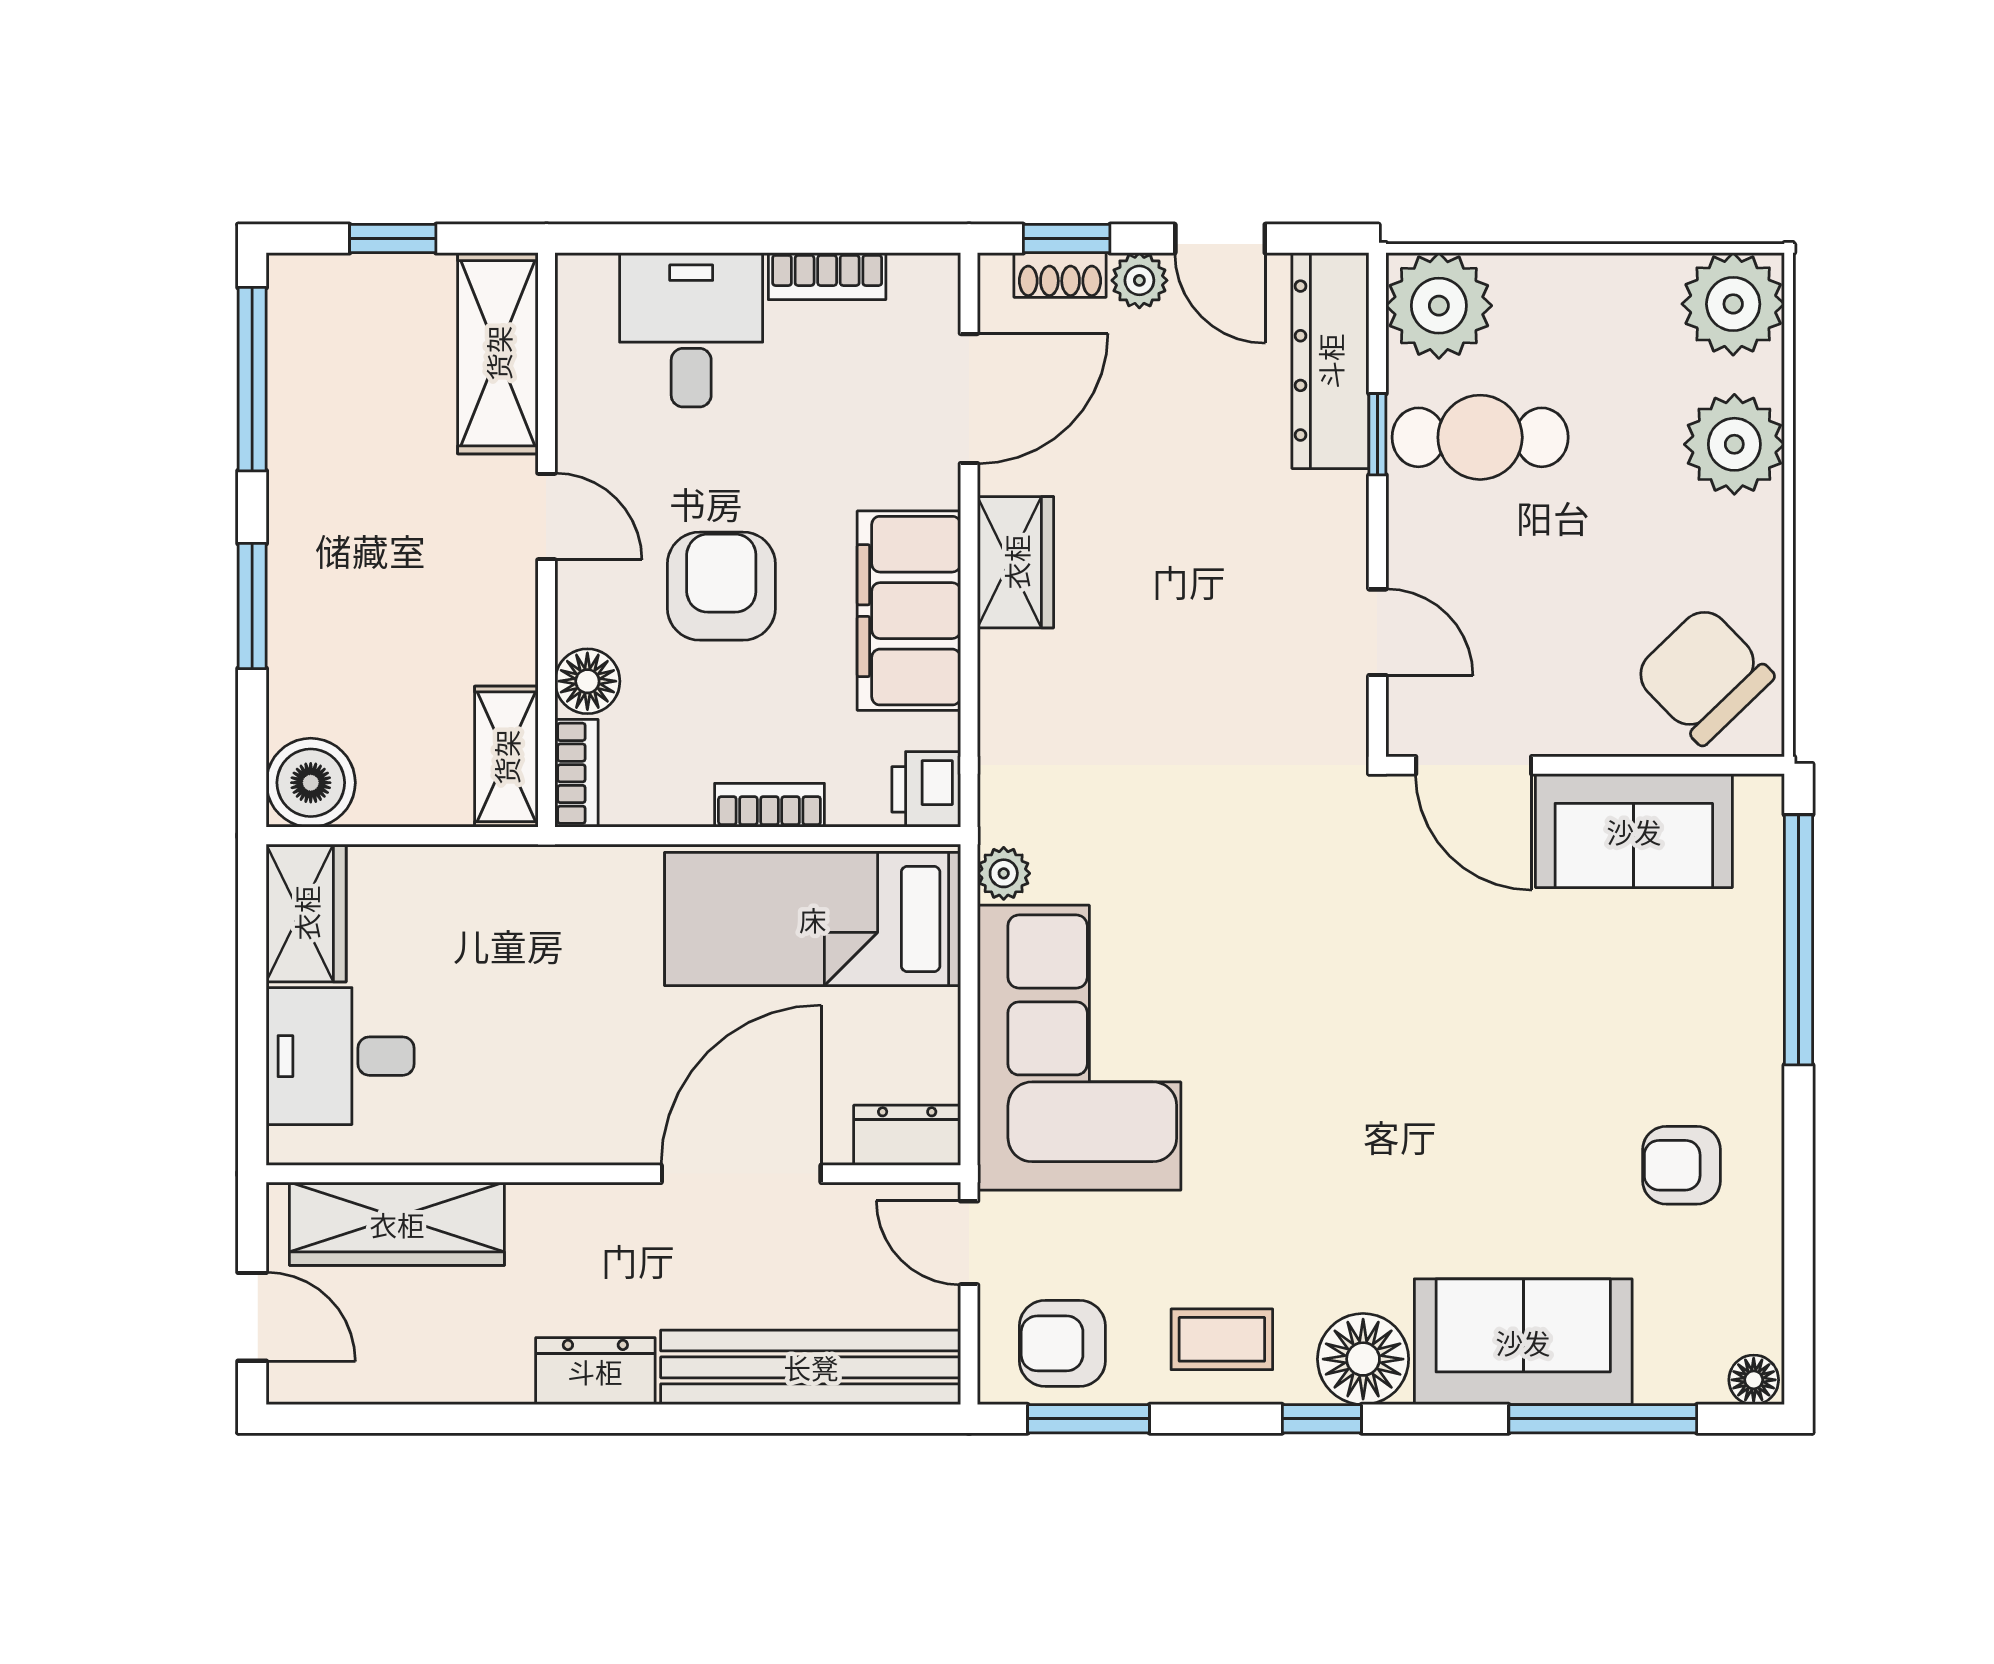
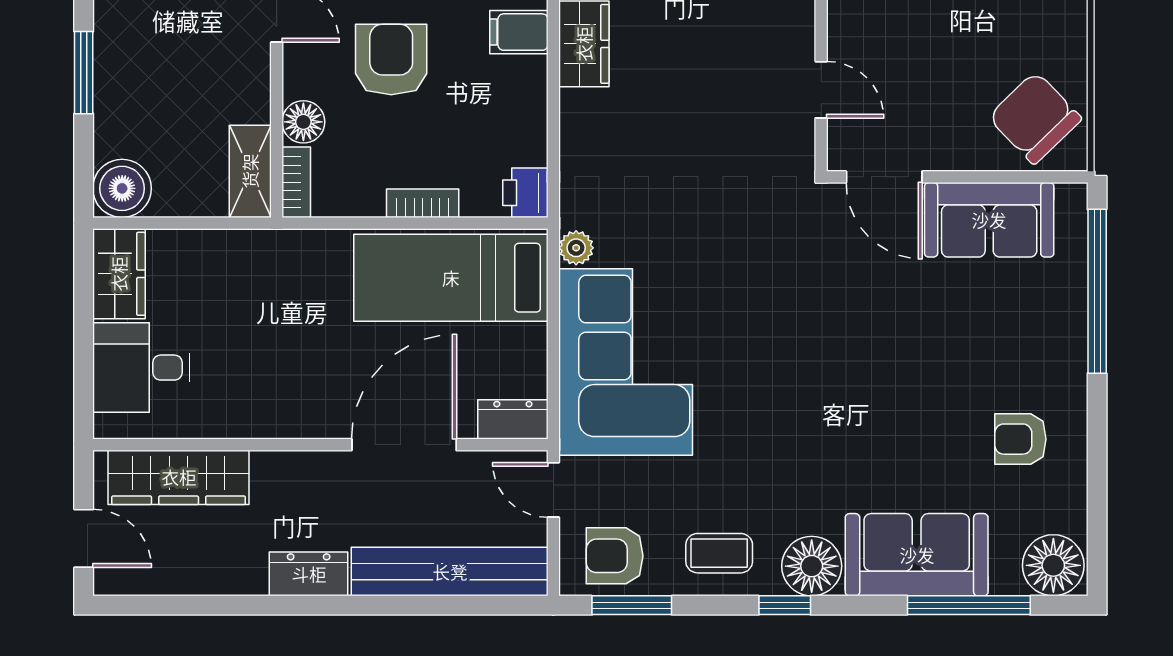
filing cabinet: (909, 611) -> (519, 32), width x0.33, depth x0.86
floor lamp: (1754, 1380) -> (1053, 565), width x1.89, depth x1.89

